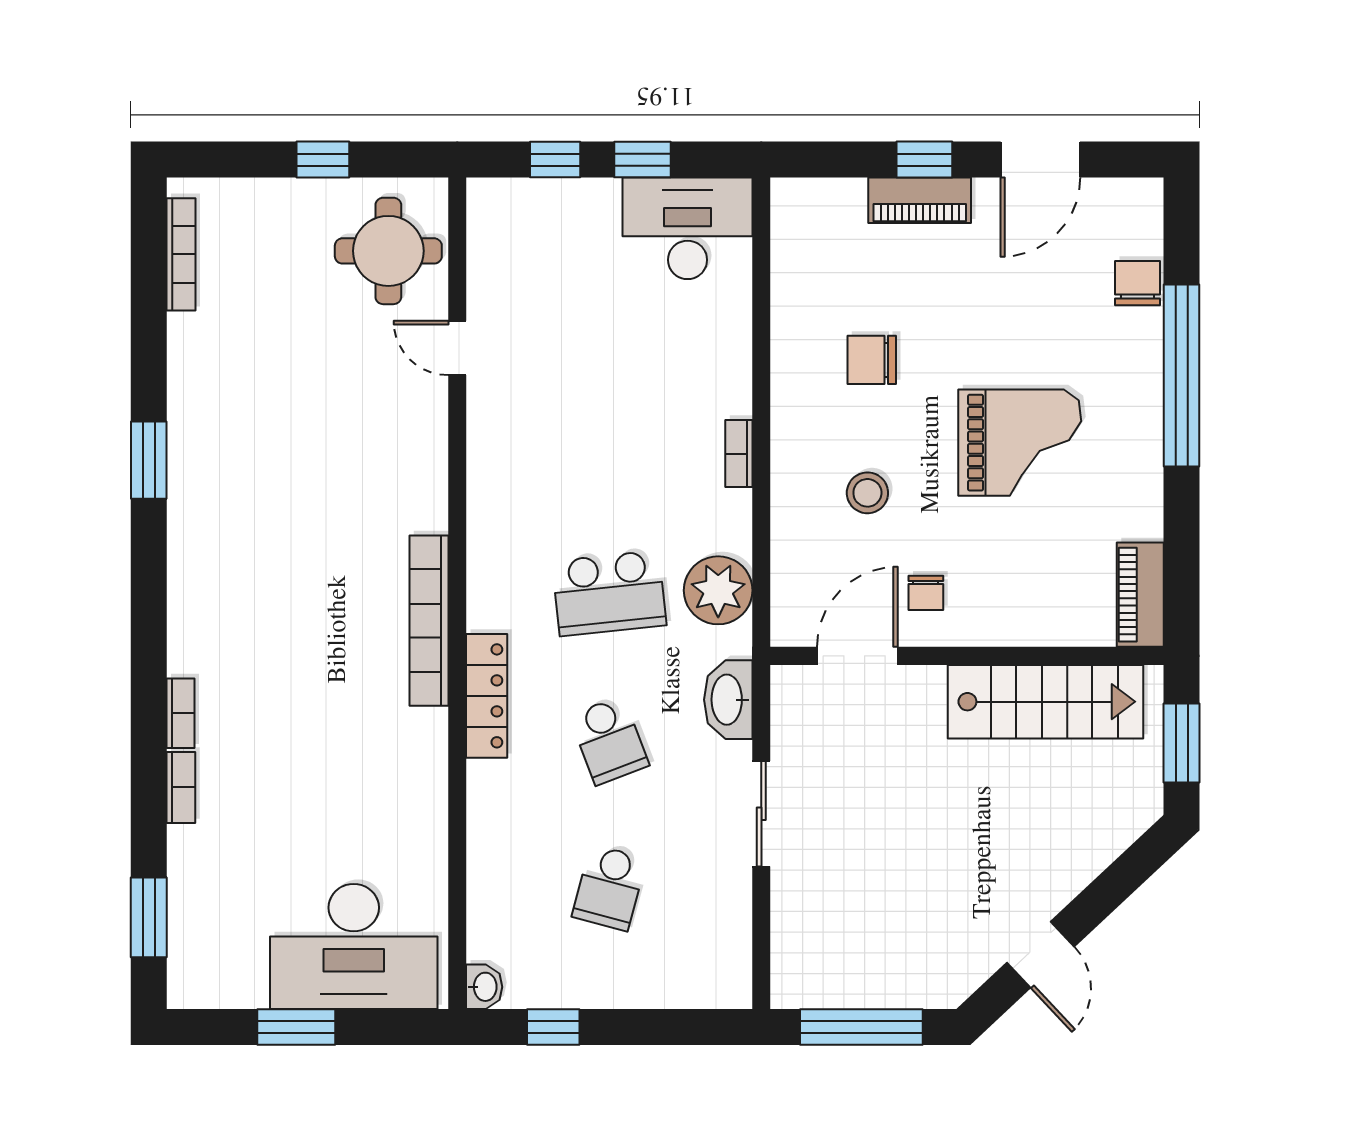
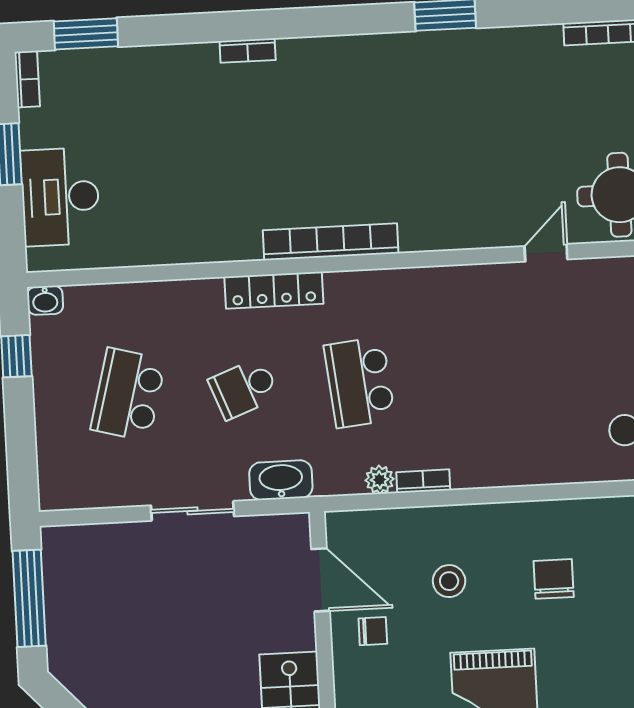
bookcase: (739, 454) -> (423, 481), moved
plant: (718, 590) -> (380, 480), width x0.53, depth x0.53
chair: (926, 593) -> (373, 631), turned 180
bookcase: (181, 787) -> (27, 79), moved, turned -90
school desk: (609, 888) -> (128, 394), width x1.85
desk: (354, 946) -> (60, 197), width x0.73, depth x0.77

